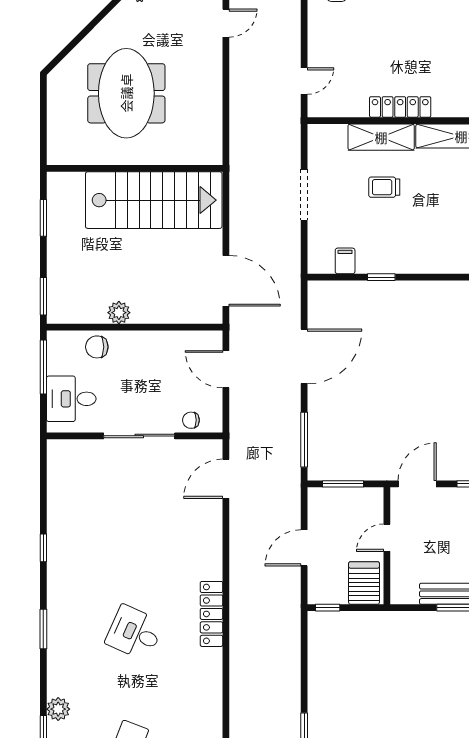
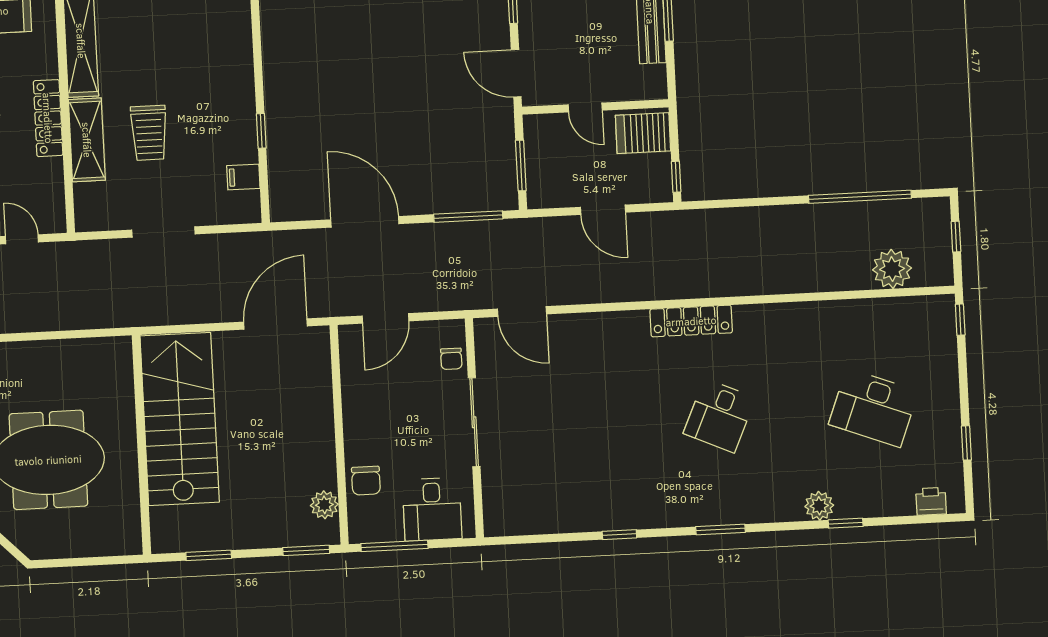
trolley: (384, 187) -> (149, 133), width x1.36, depth x1.39
plant: (119, 313) -> (324, 505), moved

